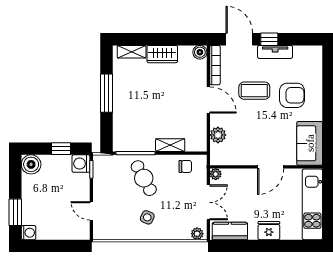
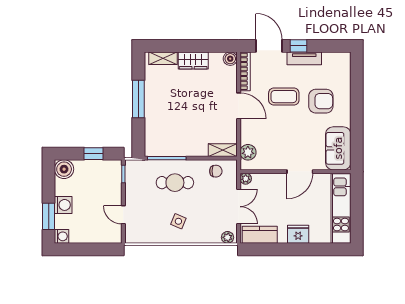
plant: (218, 135) -> (248, 152), moved
shelving: (170, 145) -> (223, 150), moved
washing machine: (81, 164) -> (63, 205), moved, turned 180
cafe table: (144, 178) -> (175, 183), turned -62

